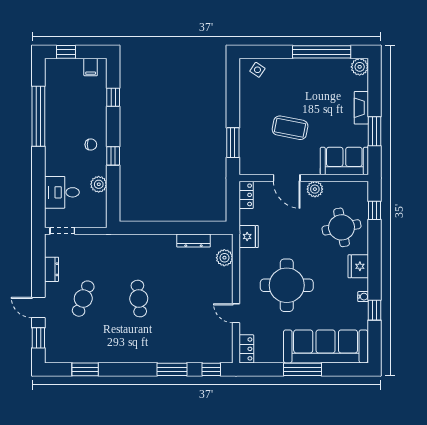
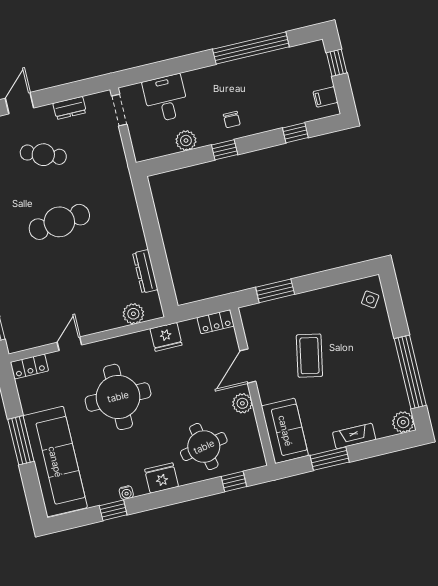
cafe table: (139, 299) -> (59, 222), width x1.37, depth x1.35

